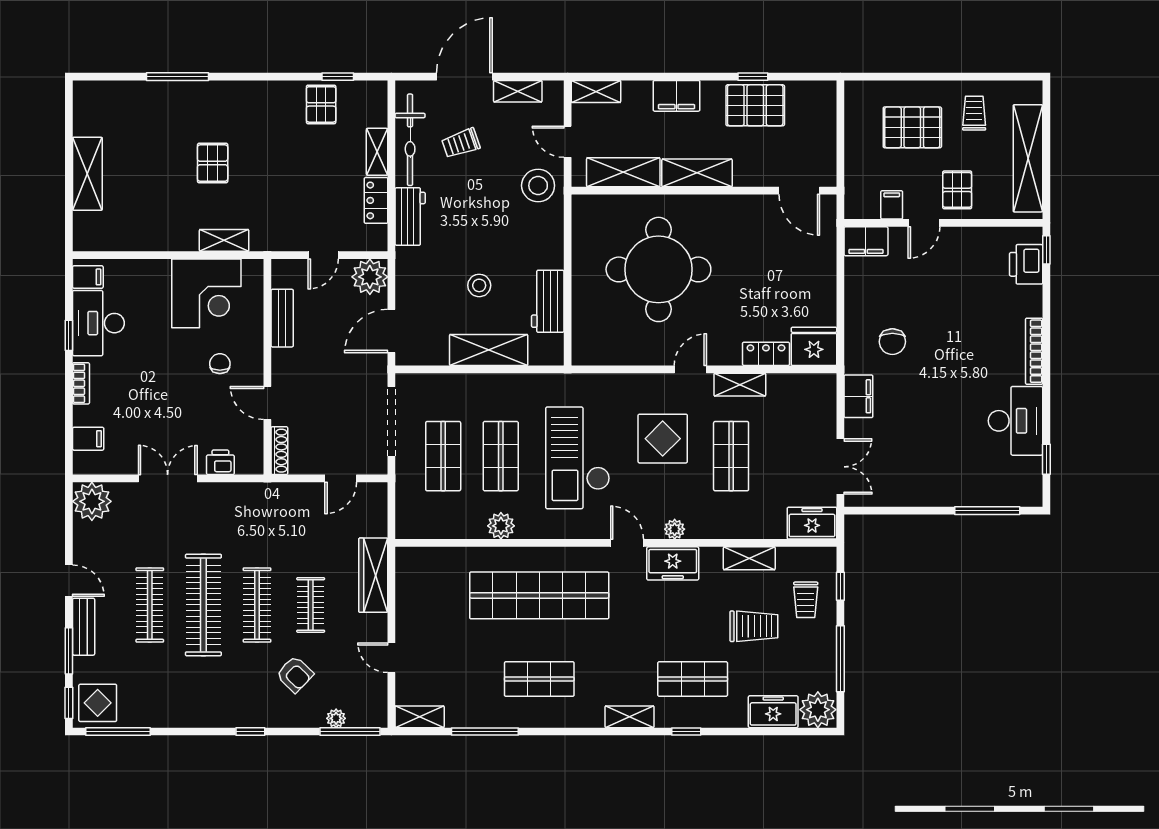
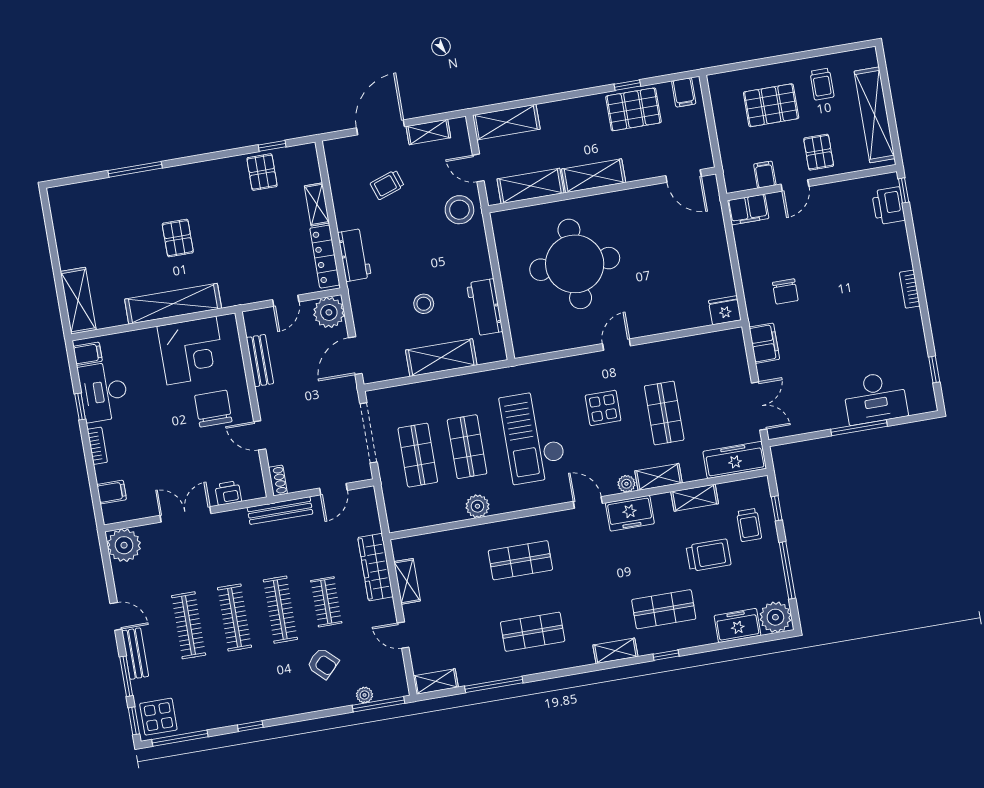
shelving: (596, 91) -> (506, 122), width x1.50, depth x1.33
filing cabinet: (677, 96) -> (684, 92), moved, width x0.50
trolley: (974, 113) -> (822, 84), turned 180
bicycle: (410, 140) -> (343, 189), removed
shelving: (87, 174) -> (78, 301), moved
locker: (376, 200) -> (325, 257), width x1.53
shelving: (224, 240) -> (173, 304), width x2.20, depth x1.33
fridge: (814, 346) -> (725, 310), width x0.73, depth x0.75
bookcase: (1034, 351) -> (910, 289), width x0.64
locker: (766, 354) -> (679, 320), removed
chair: (220, 364) -> (213, 409), width x1.87, depth x1.87
shelving: (740, 385) -> (659, 477), moved
desk: (1015, 421) -> (875, 398), moved, turned 90
display table: (663, 439) -> (603, 408), width x0.73, depth x0.73
shoe rack: (279, 451) -> (278, 481), width x0.70
bench: (276, 492) -> (280, 511), added
window: (987, 511) -> (859, 428), moved
freezer: (812, 523) -> (735, 460), width x1.40
shop shelf: (539, 595) -> (520, 560), width x0.50, depth x0.74
shelving: (406, 597) -> (407, 581), added
clothes rail: (203, 605) -> (234, 617), width x0.73, depth x0.76
window: (250, 731) -> (250, 726), moved

